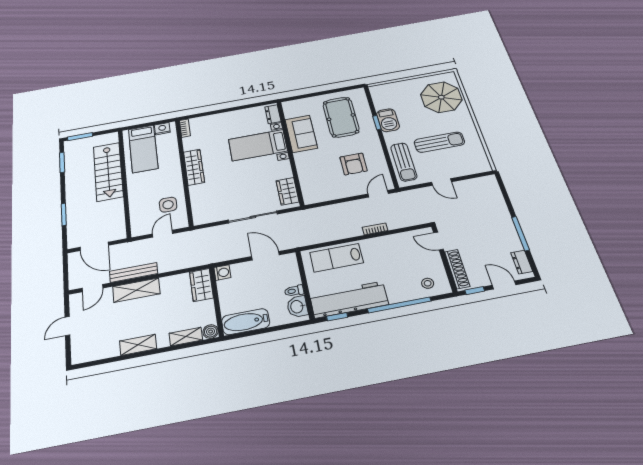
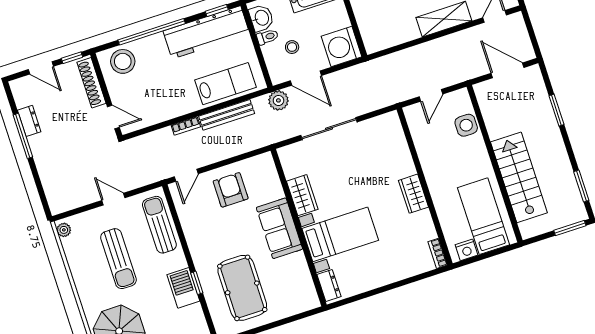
sofa: (301, 134) -> (279, 228), moved
sun lounger: (439, 142) -> (118, 259), turned -90
armchair: (354, 164) -> (231, 190), moved
plant: (485, 164) -> (64, 230), added
wardrobe: (194, 167) -> (413, 194), width x0.67
wardrobe: (287, 191) -> (302, 195), moved
side table: (168, 205) -> (466, 125), moved
plant: (292, 241) -> (278, 100), added
dresser: (522, 262) -> (29, 121), moved
bench: (134, 272) -> (227, 115), moved
washing machine: (222, 273) -> (342, 46), width x1.89, depth x1.89
stool: (274, 281) -> (292, 47), added
stool: (428, 283) -> (123, 61), width x1.89, depth x1.89
wardrobe: (201, 285) -> (372, 33), removed

